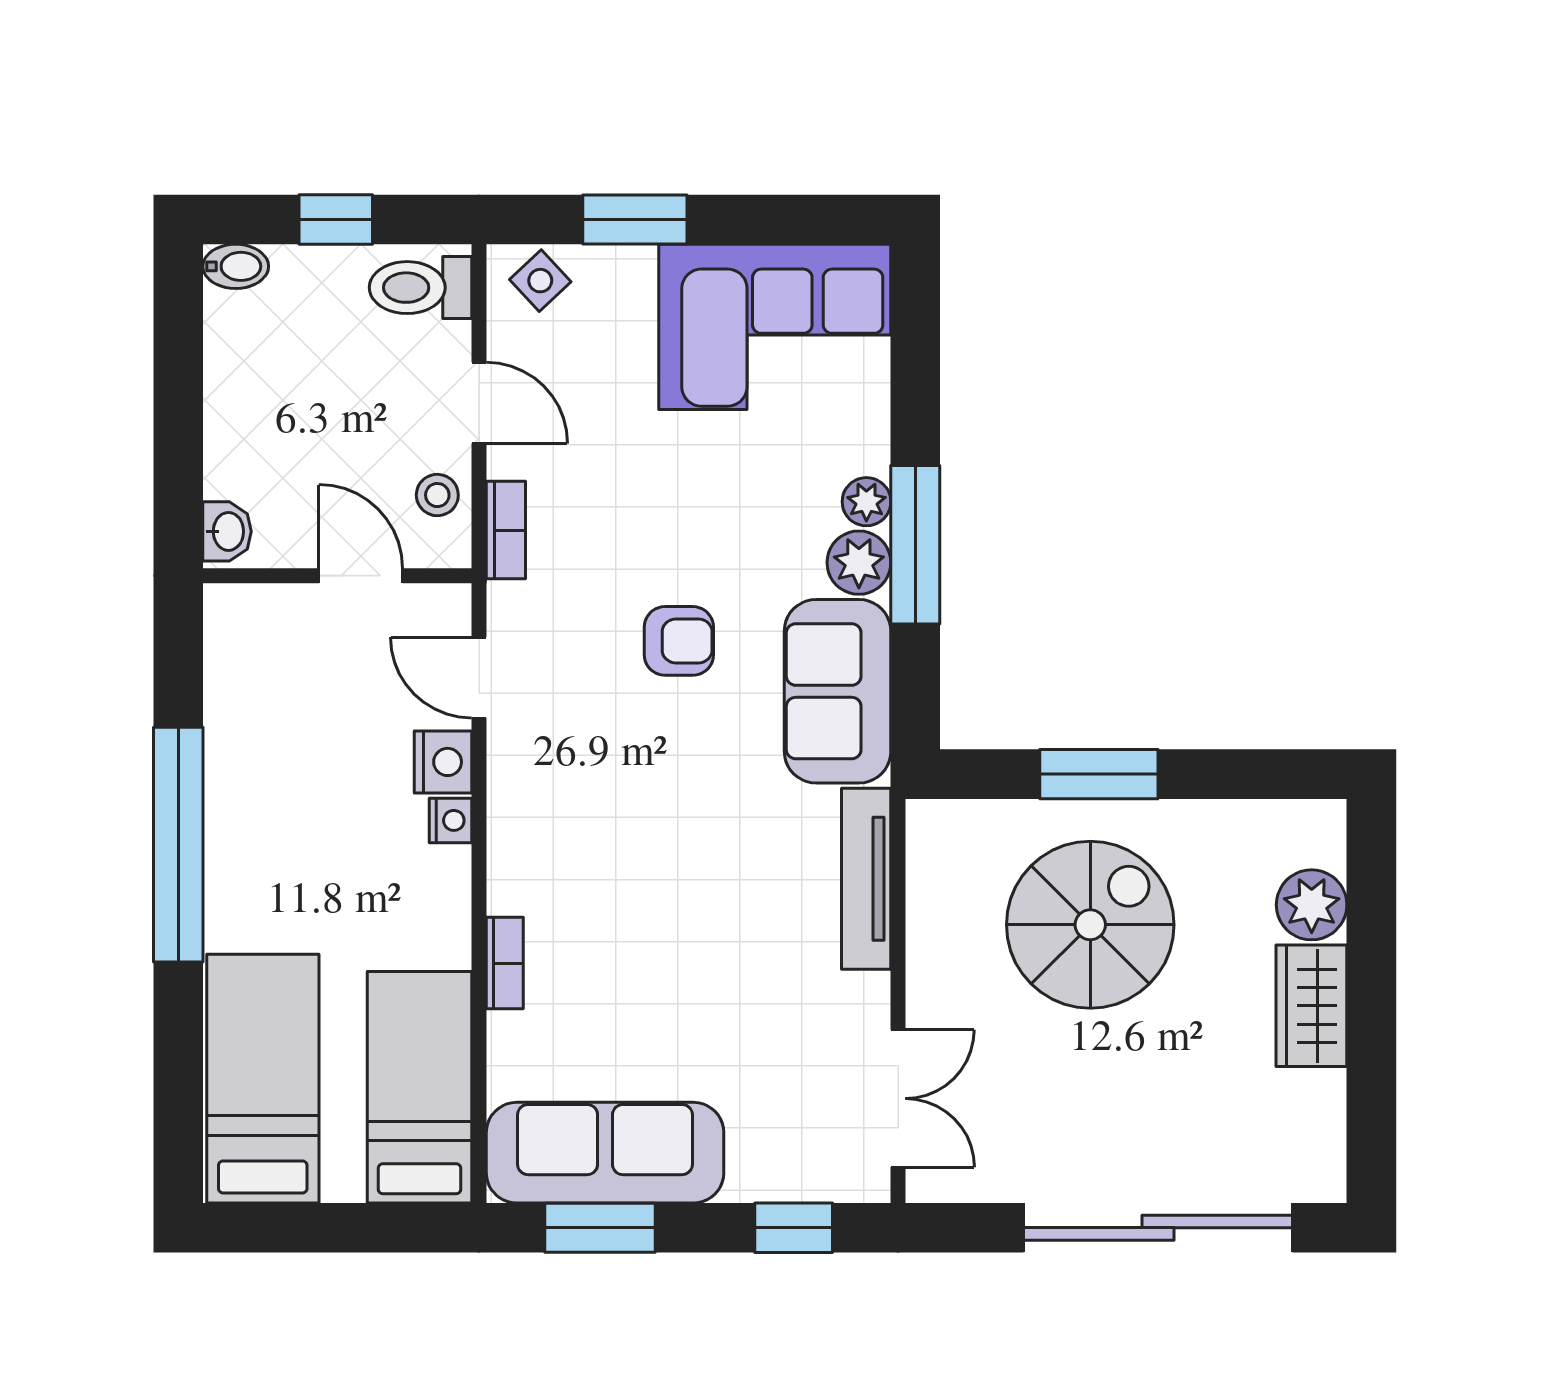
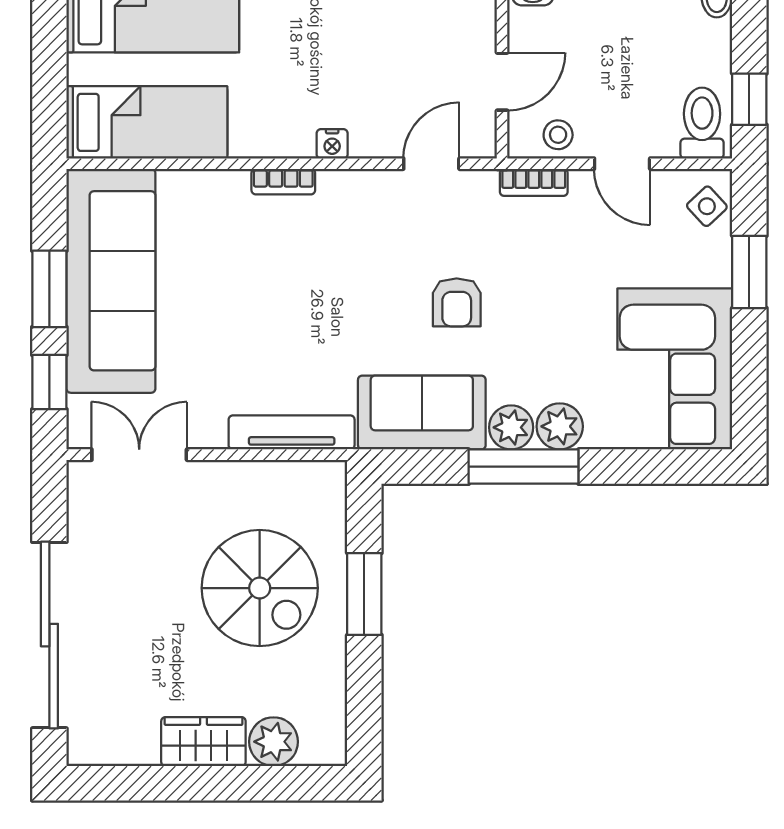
window: (336, 219) -> (749, 99), moved
door: (479, 403) -> (622, 164), hinge flipped
plant: (866, 502) -> (560, 426), width x1.38, depth x1.38
nightstand: (443, 762) -> (373, 139), removed
bookcase: (505, 963) -> (283, 182), moved
double door: (898, 1098) -> (139, 455), swing flipped
sofa: (605, 1153) -> (111, 281), width x1.36, depth x1.27
window: (600, 1228) -> (49, 289), moved

